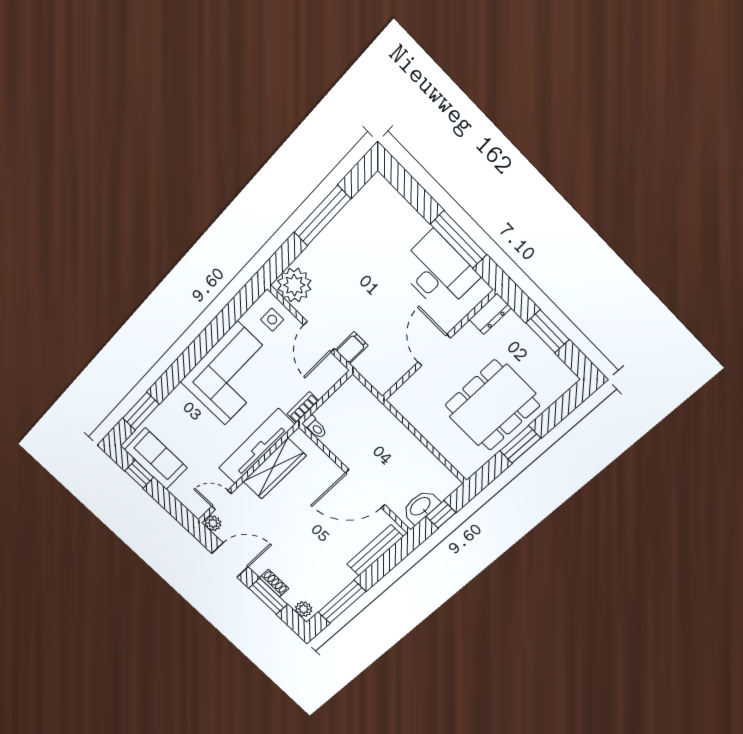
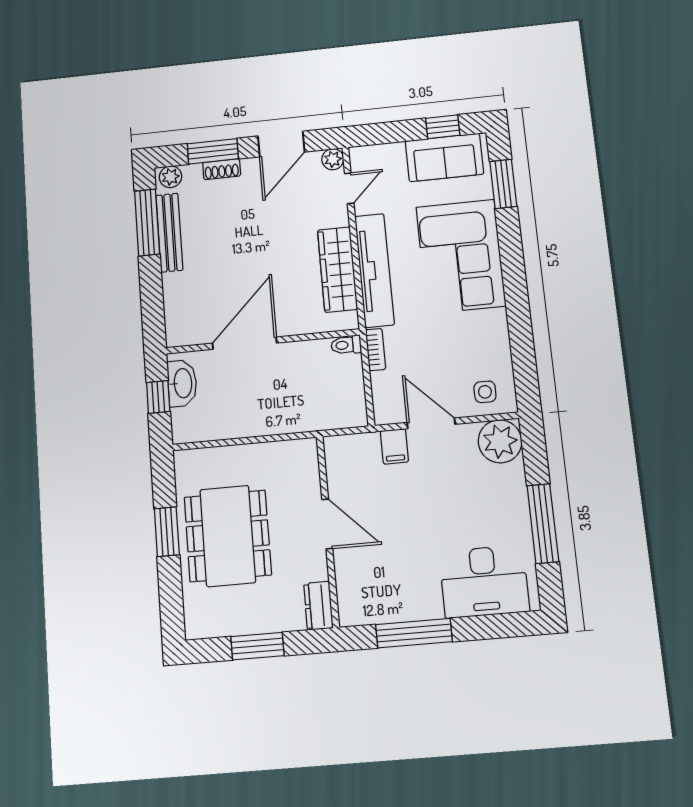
desk: (438, 272) -> (484, 581), moved
corner sofa: (231, 373) -> (461, 256), moved
bench: (375, 550) -> (169, 233), moved

